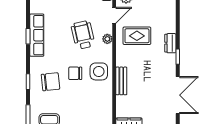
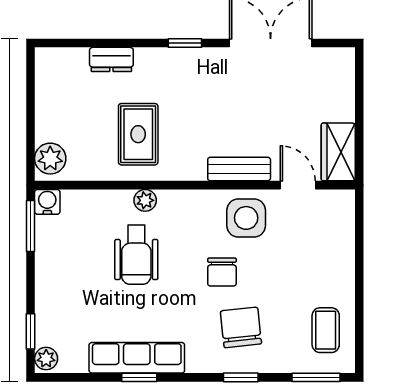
door: (114, 15) -> (298, 185), moved
wheelchair: (83, 35) -> (136, 255), turned -77
dresser: (170, 43) -> (111, 59), moved
side table: (99, 71) -> (246, 218), moved

